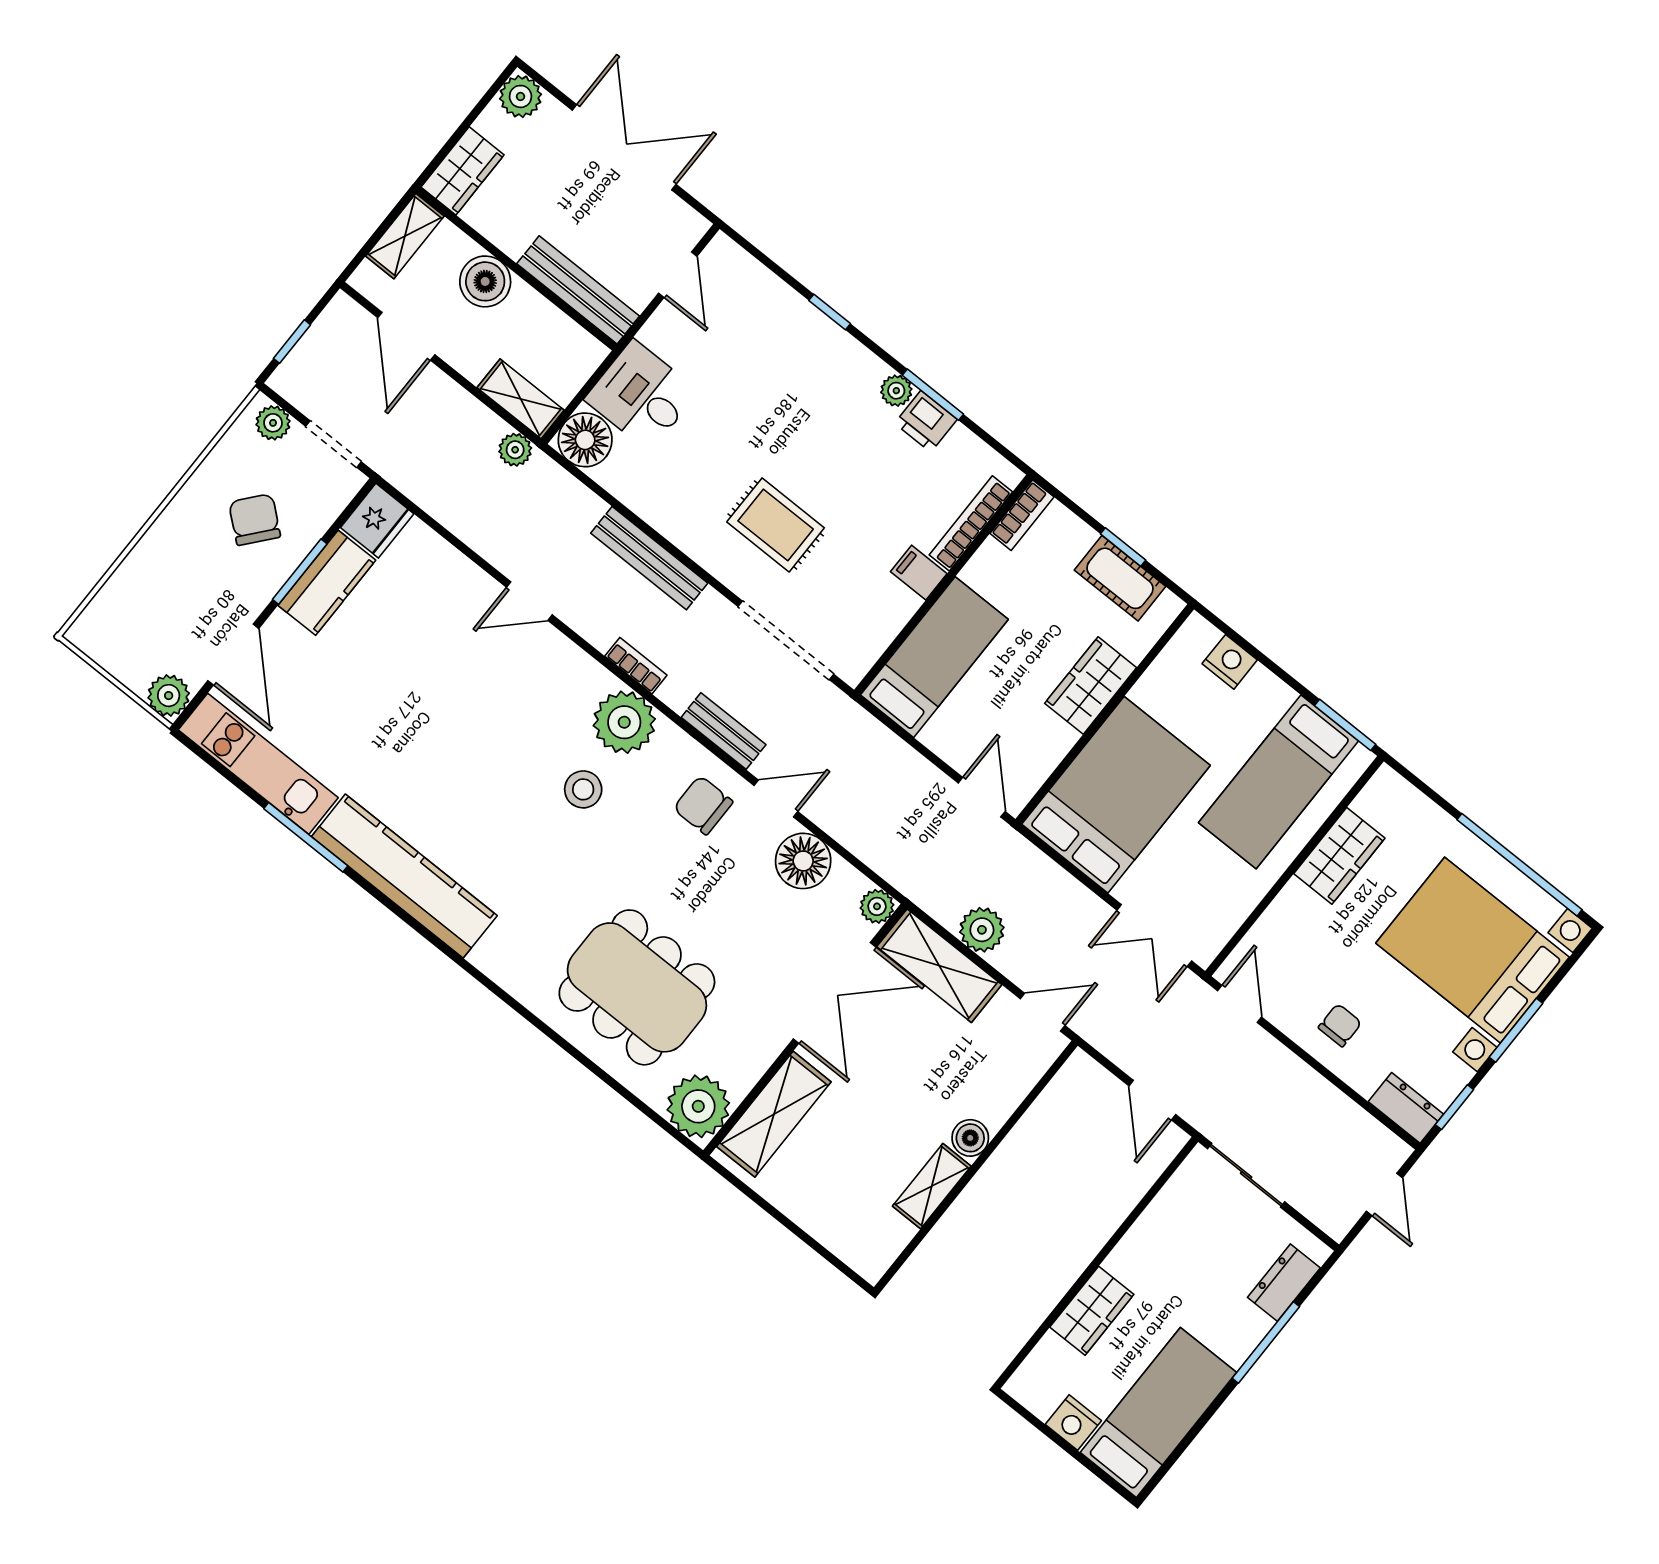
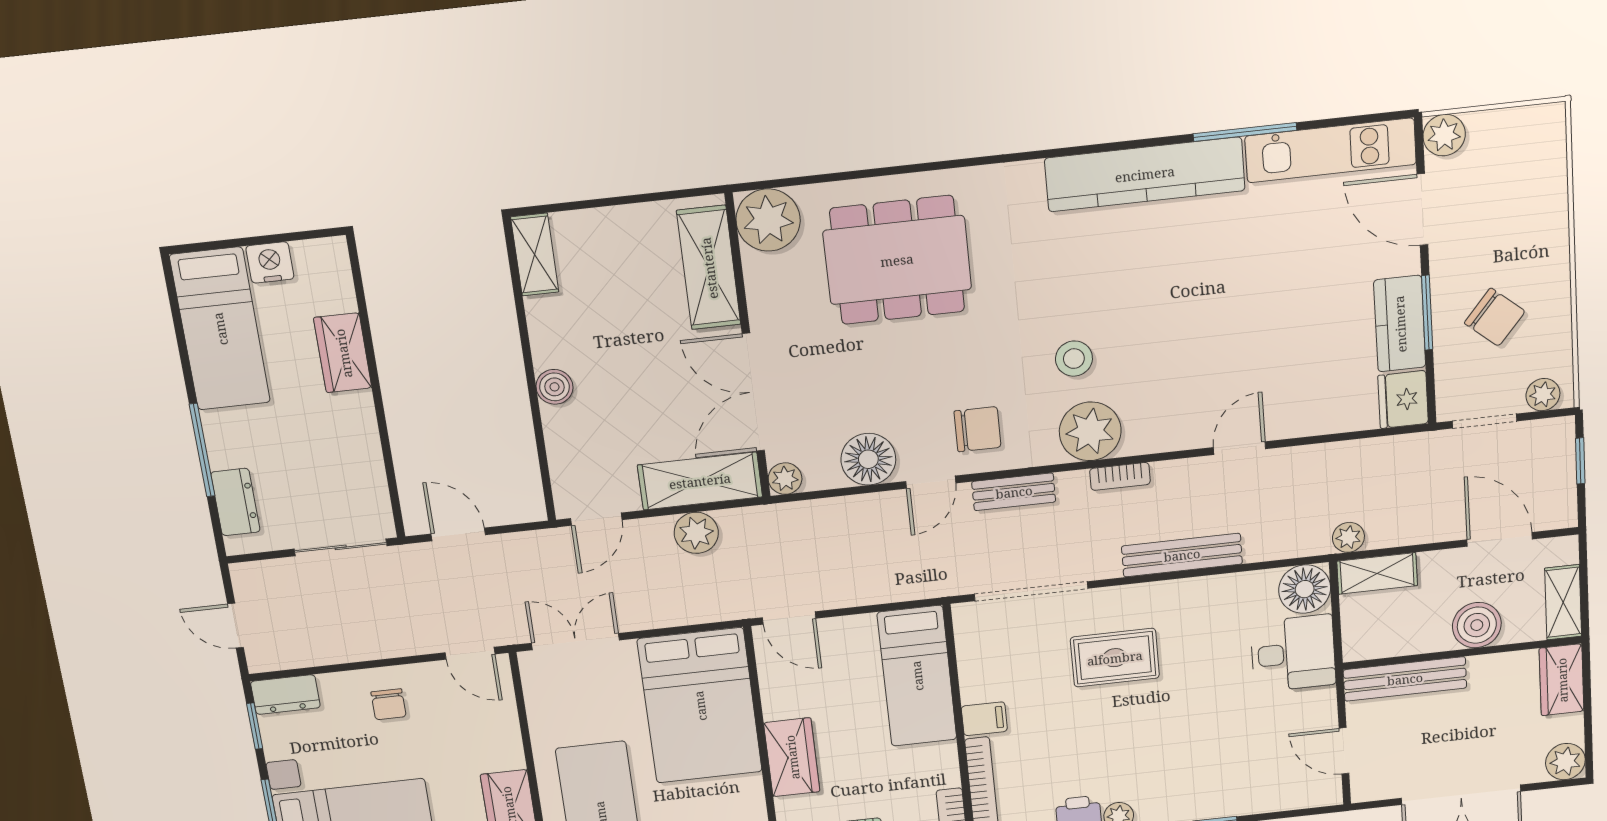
shelving: (932, 1186) -> (535, 255), moved

